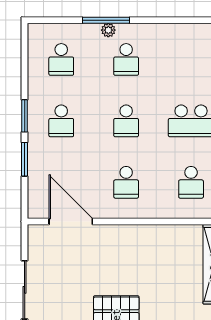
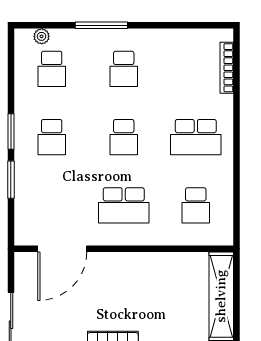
plant: (108, 30) -> (42, 36), moved
school desk: (126, 182) -> (124, 205), width x1.85
door: (71, 222) -> (62, 249), swing flipped

